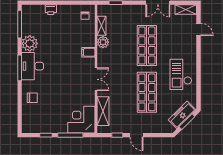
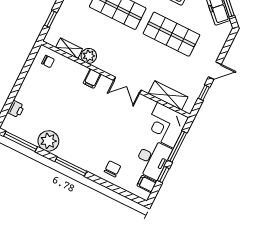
printer: (51, 10) -> (16, 109), moved
desk: (33, 66) -> (152, 159), moved, turned -90
double door: (96, 79) -> (127, 85), swing flipped
filing cabinet: (34, 127) -> (147, 184), added

